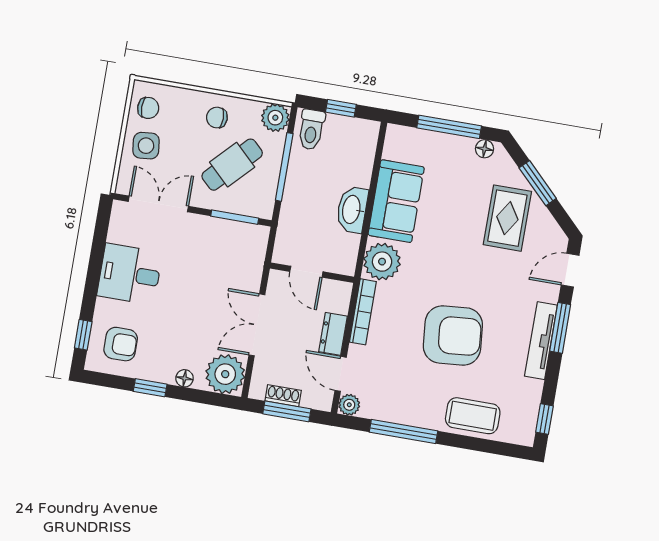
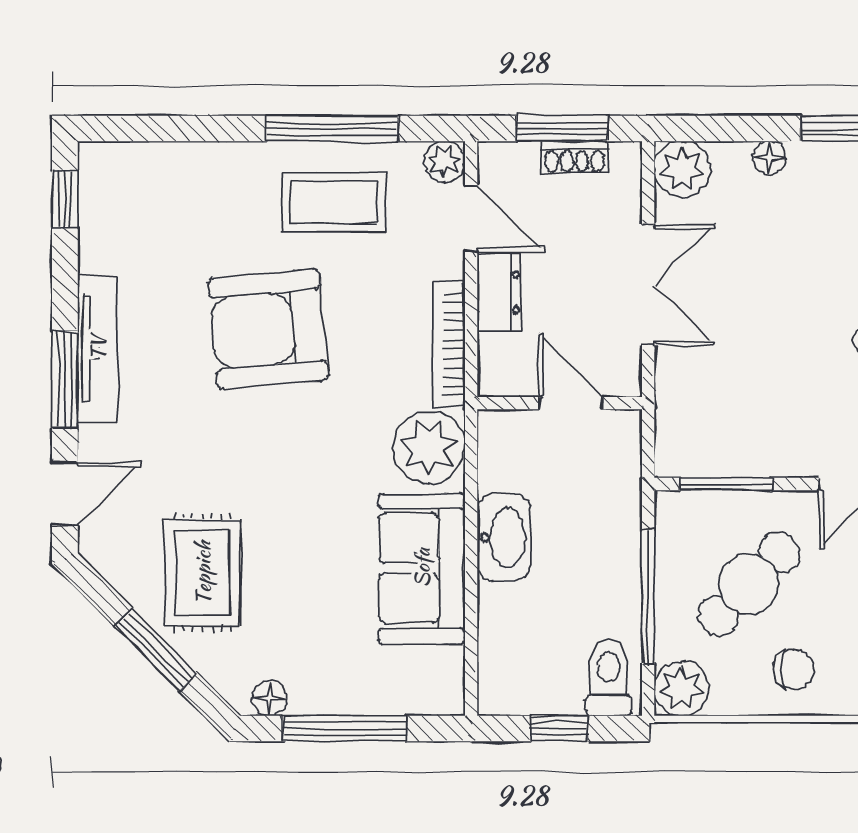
plant: (225, 374) -> (682, 169), width x0.73, depth x0.73
coffee table: (473, 416) -> (334, 202), moved

